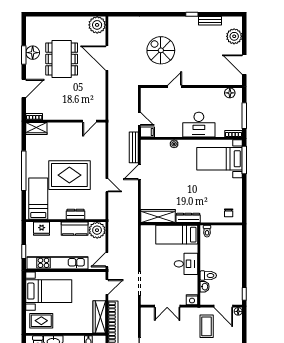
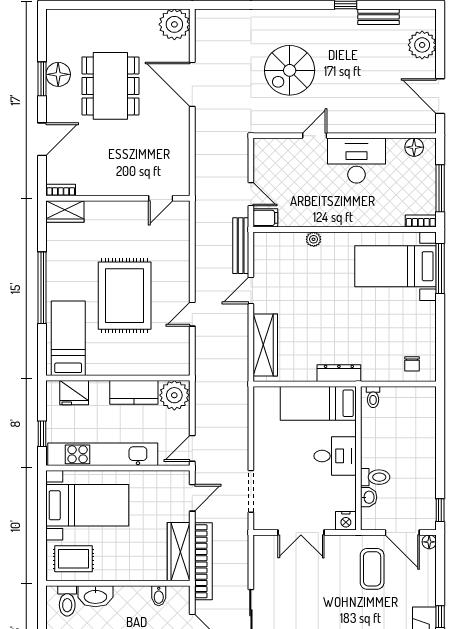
spiral stairs: (161, 50) -> (290, 70), turned -90
desk: (199, 125) -> (357, 161), moved, turned 180
rug: (69, 175) -> (125, 296), turned 90
door: (107, 185) -> (192, 314), swing flipped
dresser: (75, 214) -> (135, 366), removed
wardrobe: (158, 216) -> (265, 345), moved, turned 90

